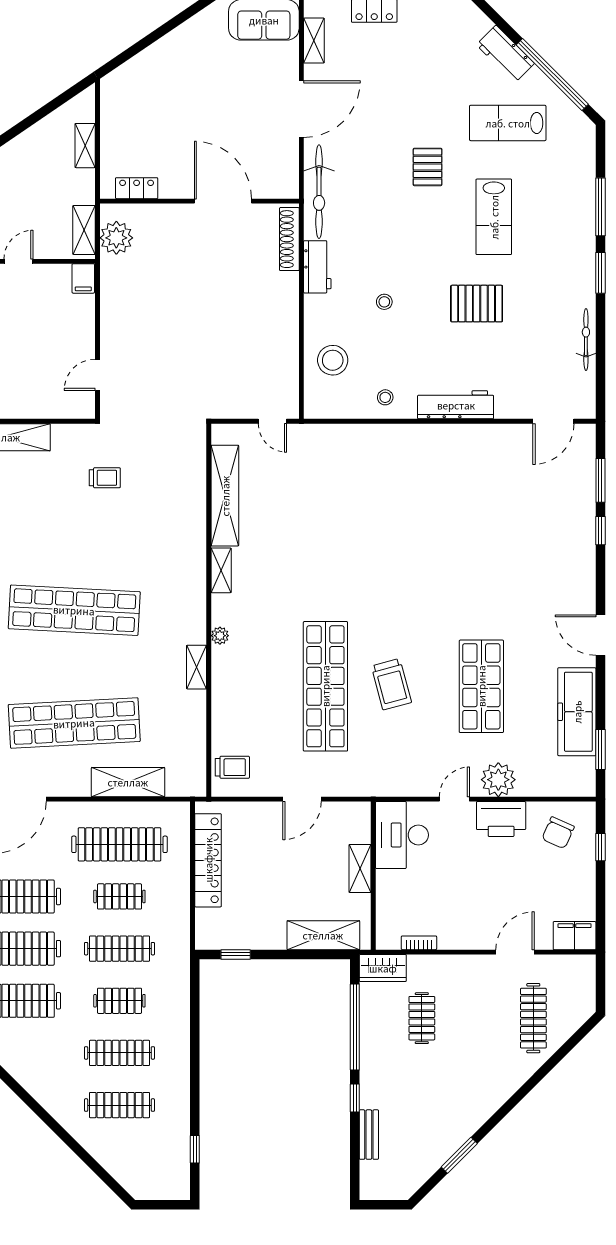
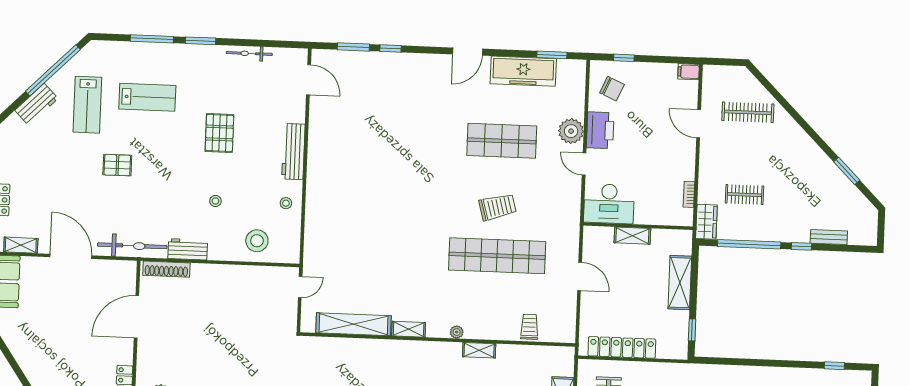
lab bench: (494, 217) -> (147, 97), moved
trolley: (232, 767) -> (529, 327), moved
shelving: (323, 935) -> (680, 283), moved
filing cabinet: (575, 936) -> (689, 72), width x0.50

